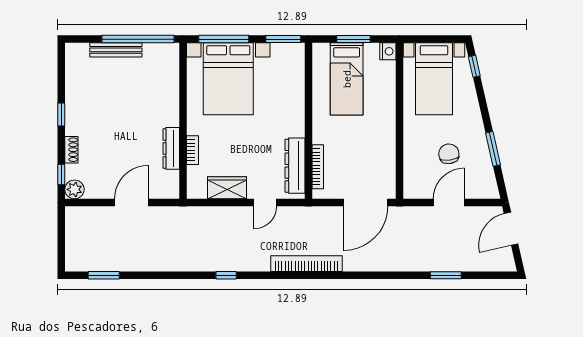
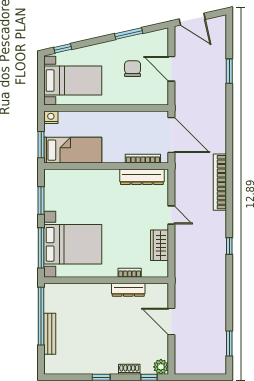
wall: (309, 121) -> (106, 166), moved
chair: (449, 154) -> (133, 69), turned 98
dresser: (295, 166) -> (142, 177), moved
bookcase: (318, 167) -> (143, 159), moved

